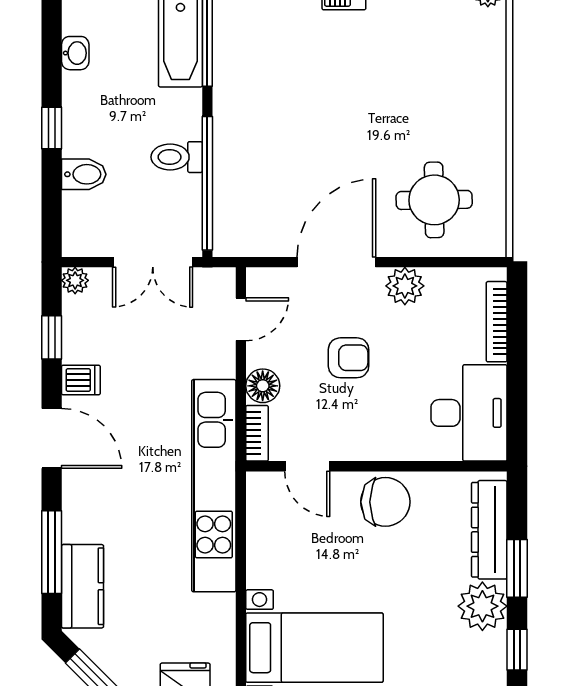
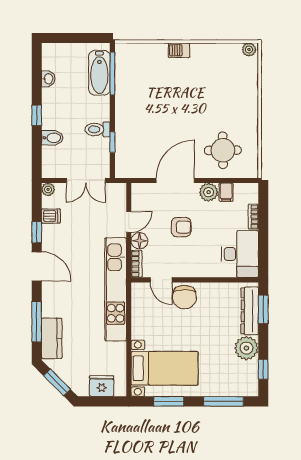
window: (207, 183) -> (112, 142), width x0.32
filing cabinet: (441, 286) -> (226, 192), added
door: (241, 319) -> (129, 222), moved
bookcase: (497, 322) -> (253, 217), width x0.64
window: (52, 337) -> (37, 232), moved
dishwasher: (81, 380) -> (51, 216), moved
chair: (385, 502) -> (184, 297), moved, turned 90
window: (517, 568) -> (263, 309), moved

